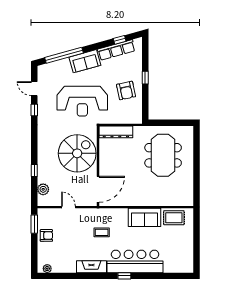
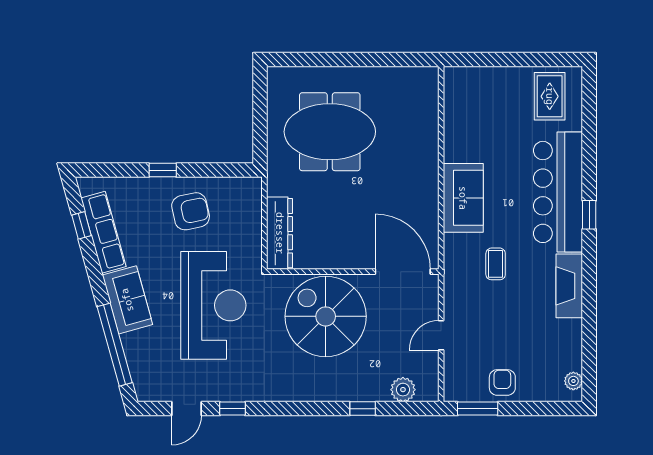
sofa: (145, 217) -> (463, 198), moved
rug: (174, 218) -> (550, 96), moved

